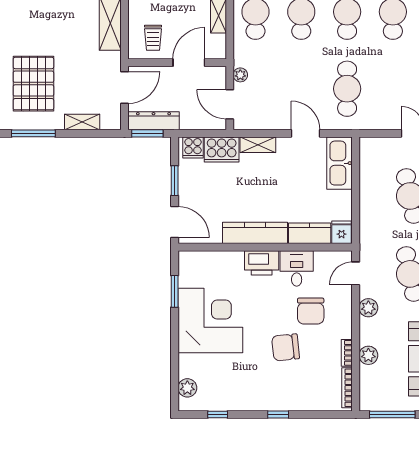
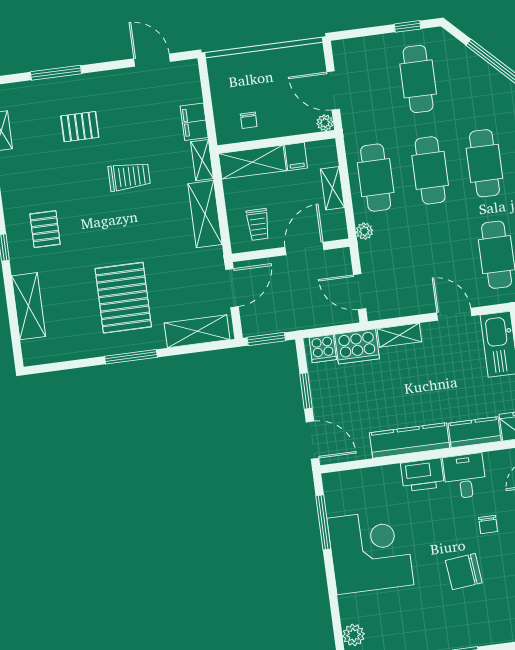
plant: (240, 75) -> (364, 231), moved
dresser: (154, 121) -> (272, 323), removed
shelving: (82, 122) -> (197, 331), width x1.50, depth x1.33
window: (175, 291) -> (323, 522), width x1.44
chair: (311, 311) -> (488, 524), width x0.54, depth x0.54

